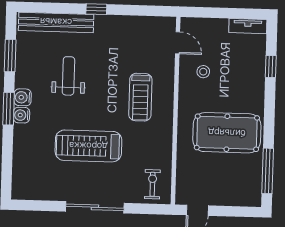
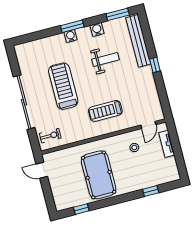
tv unit: (248, 26) -> (167, 144), moved
window: (10, 56) -> (118, 14), moved
water cooler: (23, 97) -> (97, 30), moved
window: (268, 171) -> (81, 209), width x0.46
sliding door: (95, 207) -> (24, 102), width x1.36

